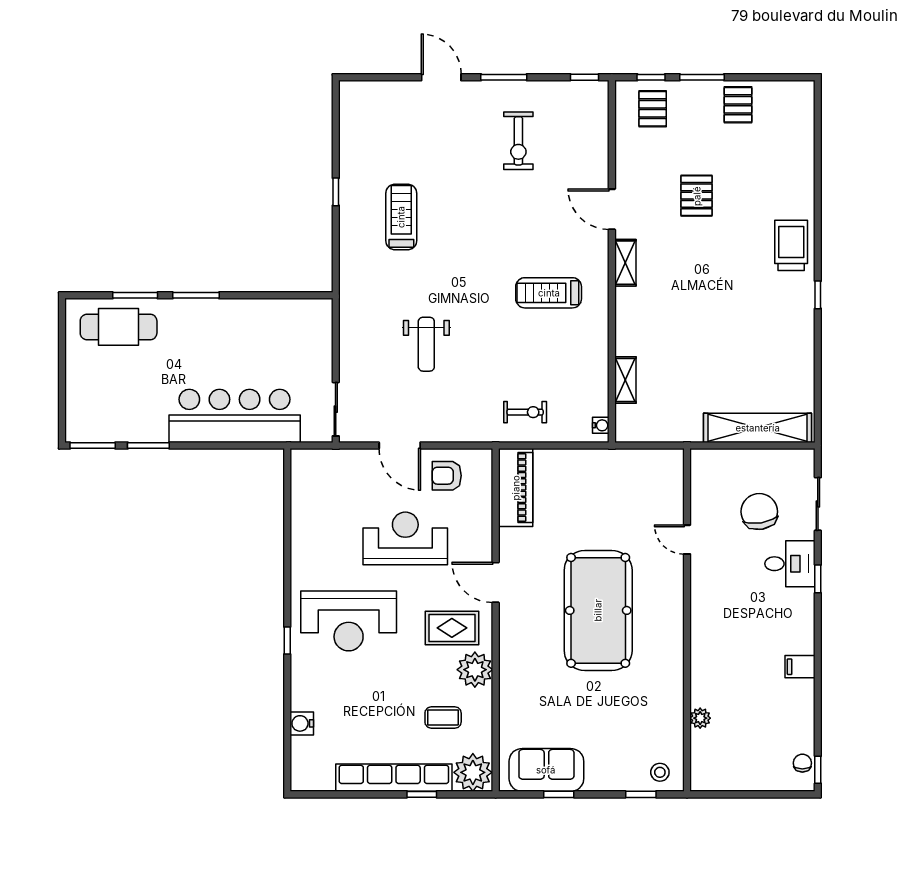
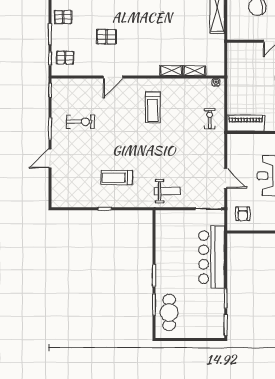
shelving: (625, 263) -> (171, 71), moved
weight bench: (426, 344) -> (167, 191), moved
door: (400, 445) -> (226, 178), hinge flipped
armchair: (447, 476) -> (243, 214), moved

